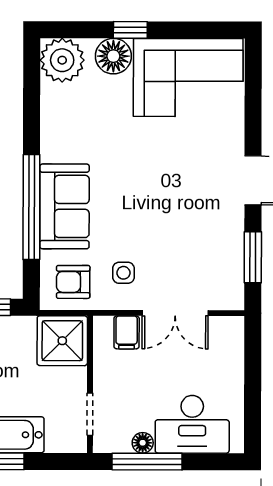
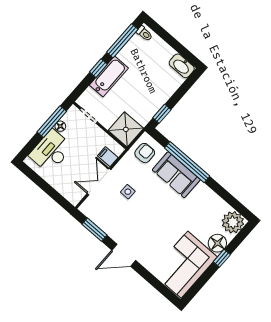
side table: (123, 273) -> (128, 192), moved

